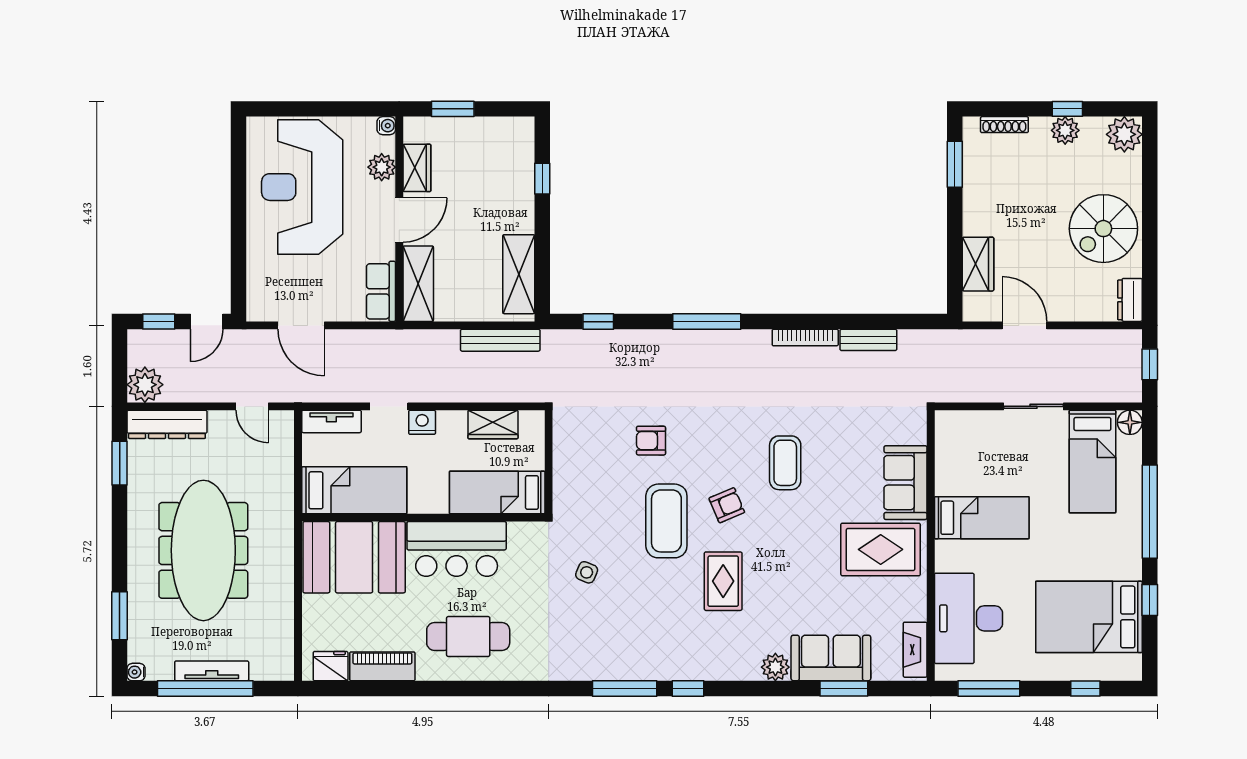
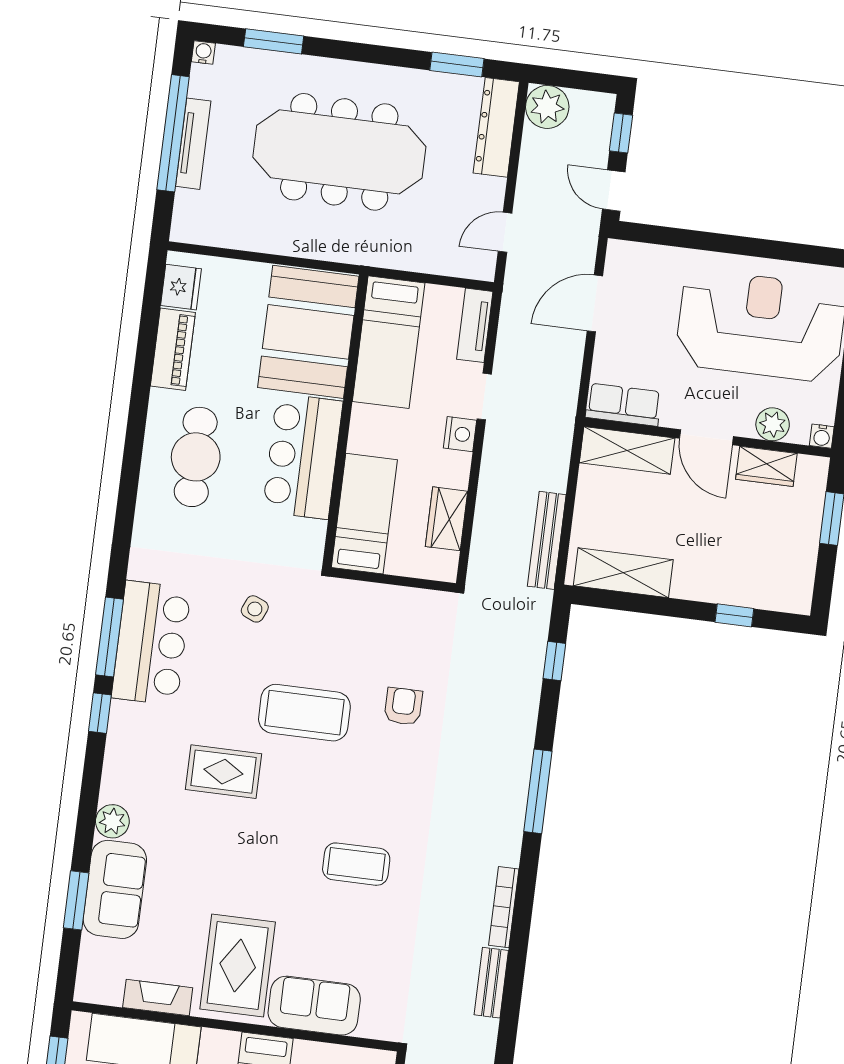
armchair: (727, 505) -> (314, 788), removed
fireplace: (915, 650) -> (158, 998), moved
bar counter: (625, 654) -> (151, 643), added

